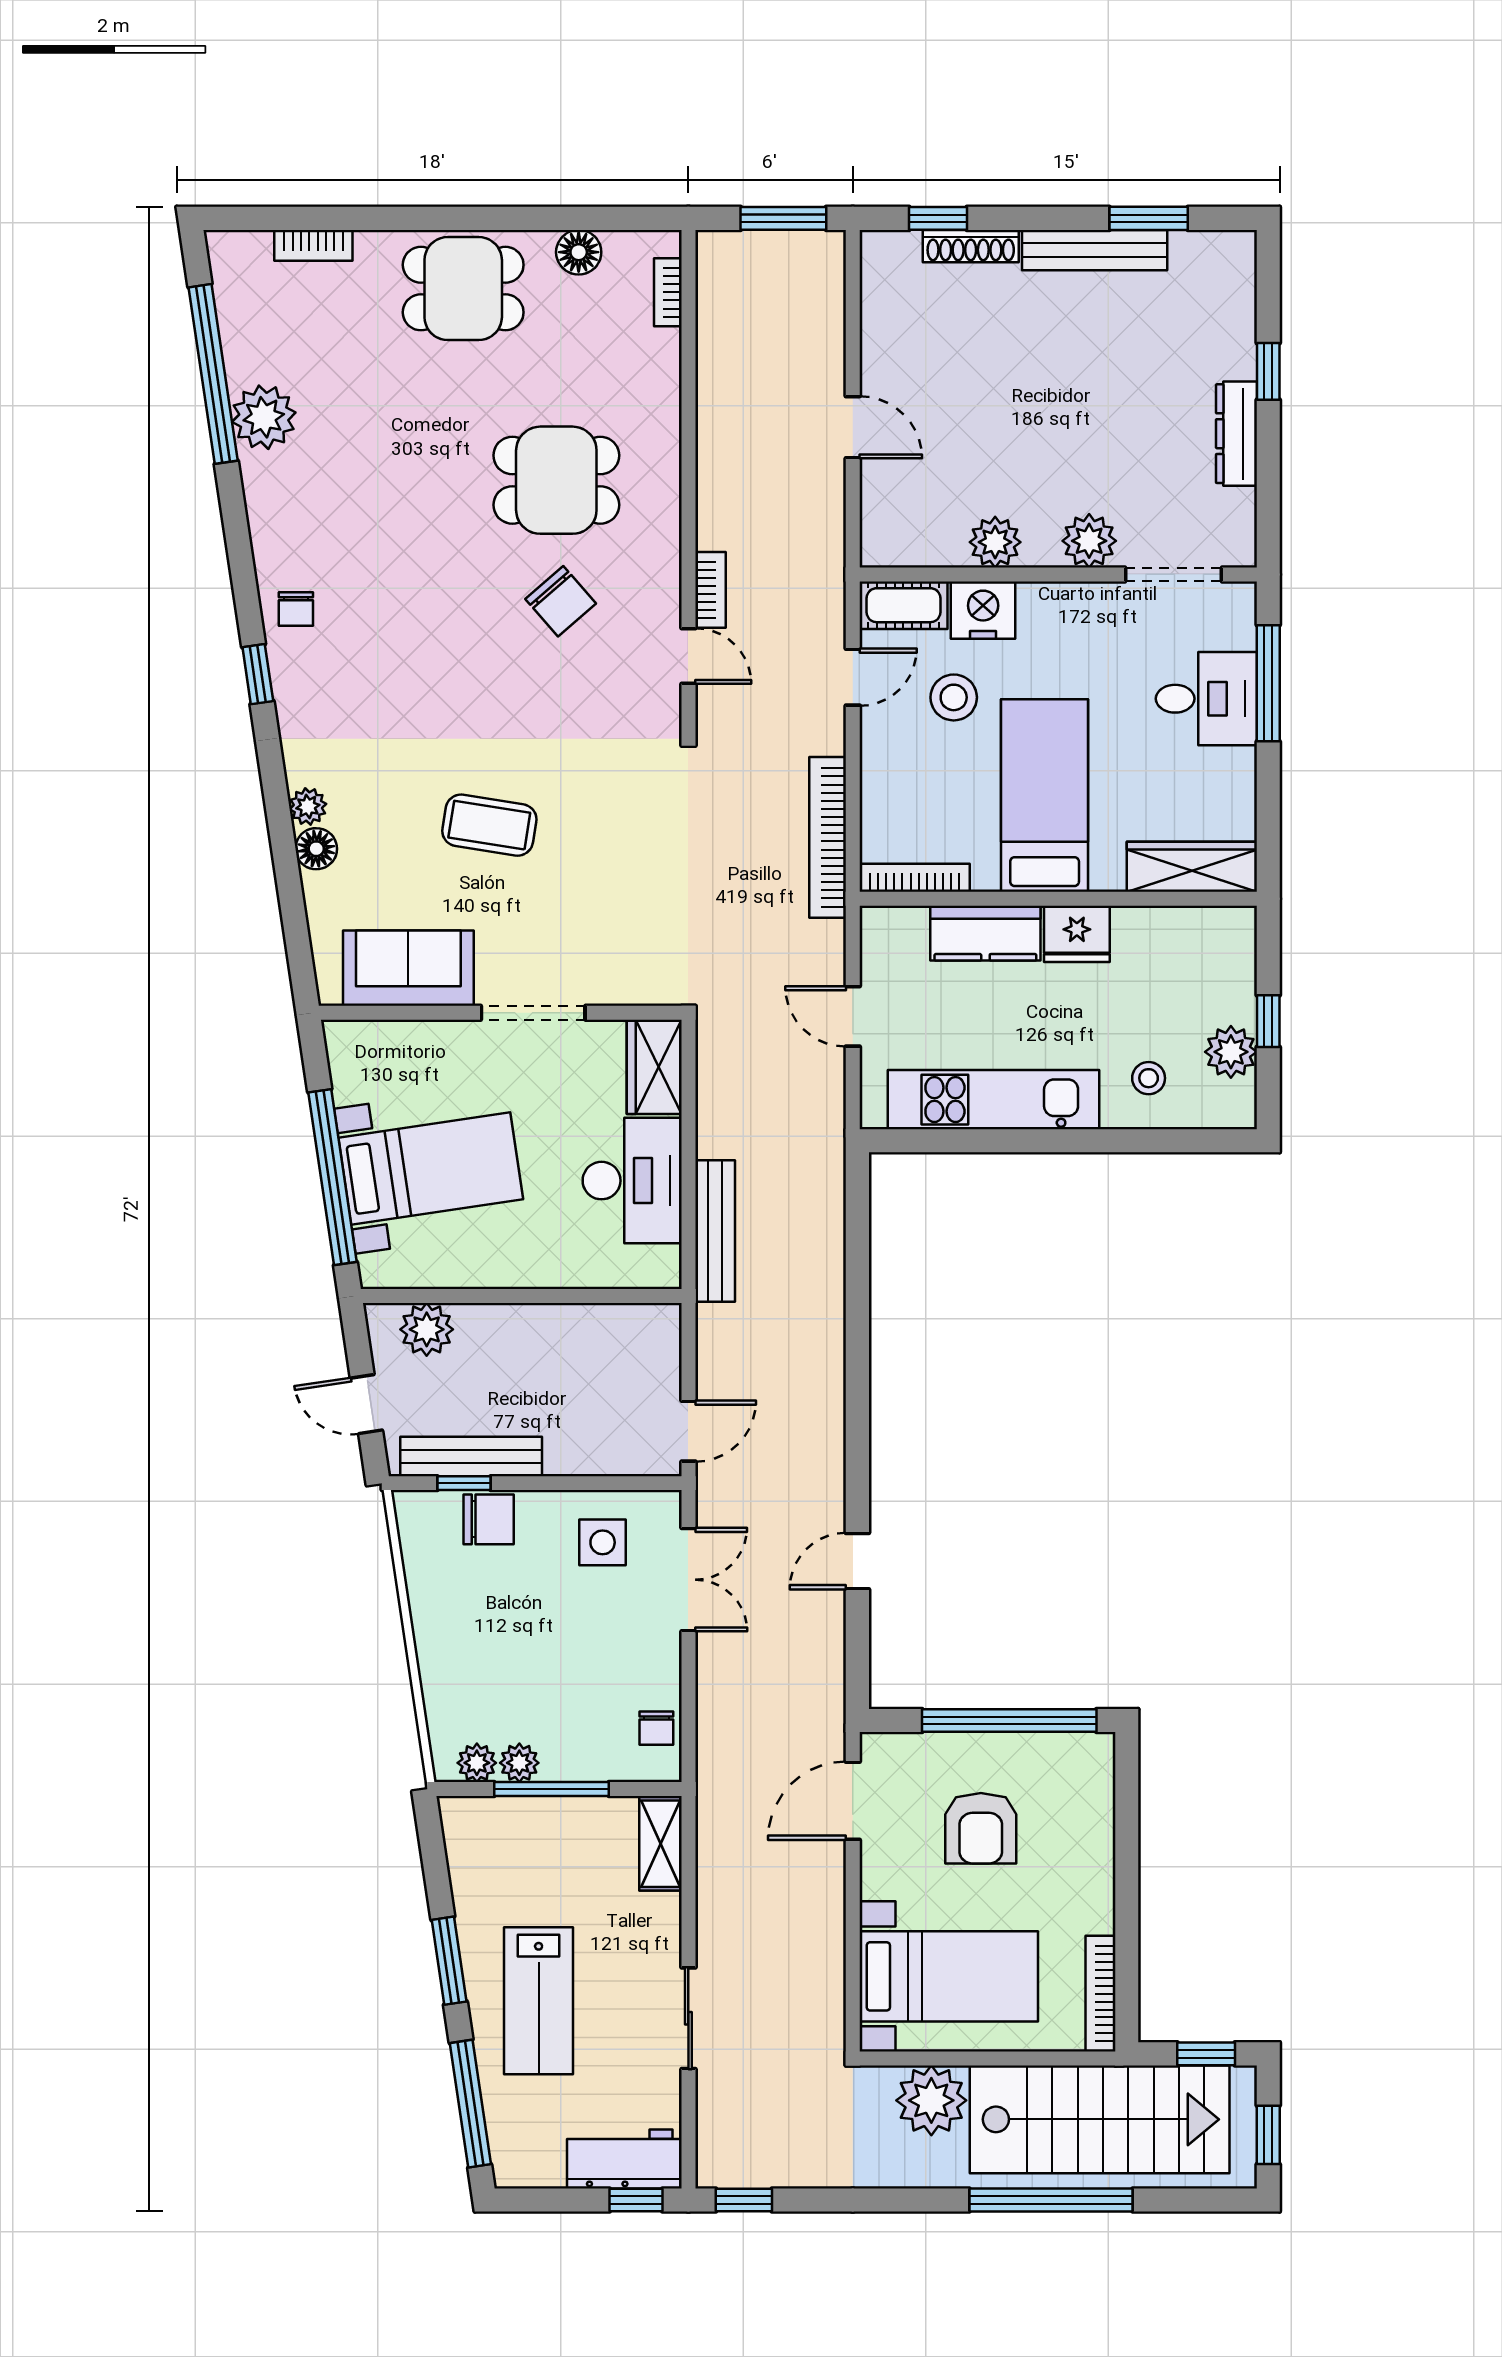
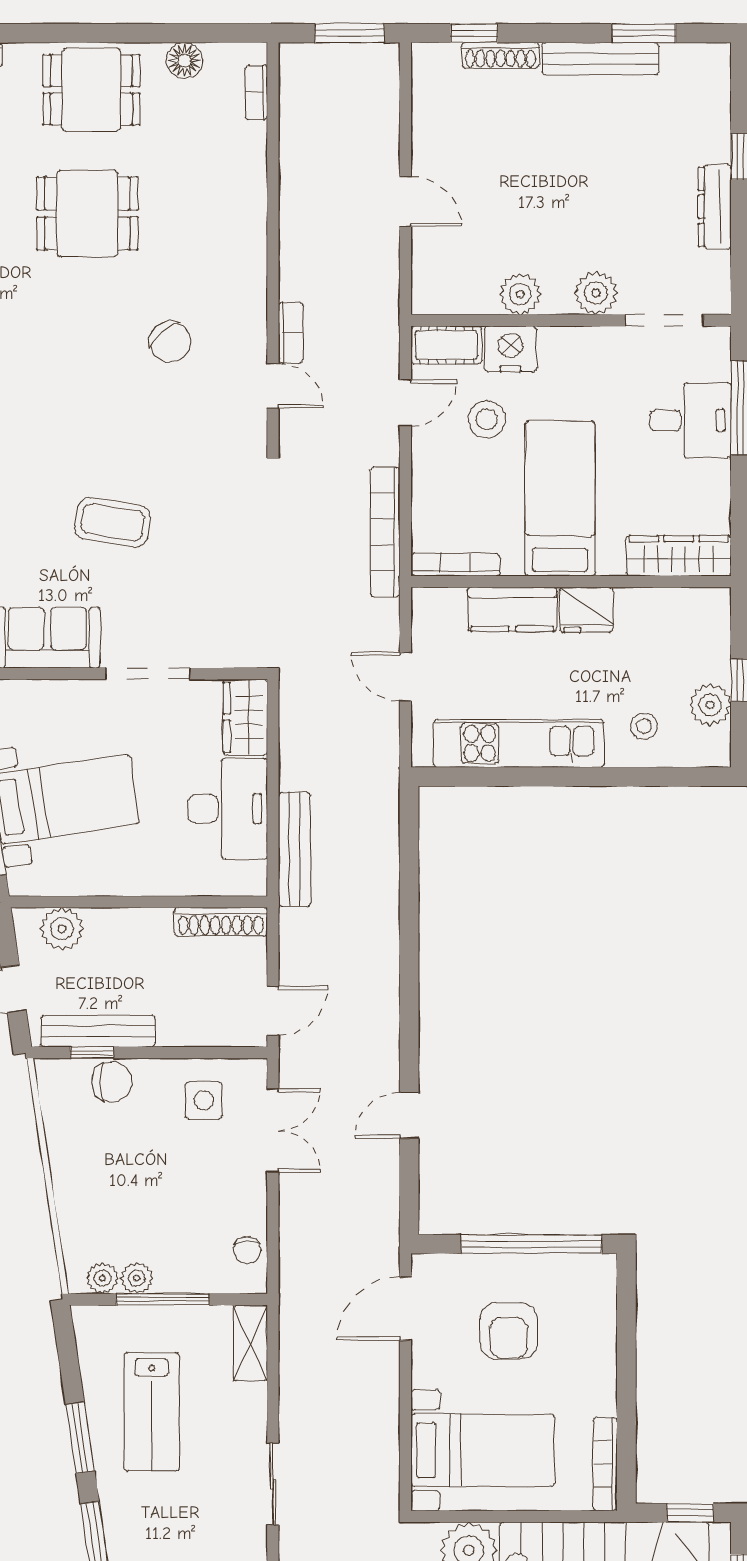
dining table: (556, 480) -> (87, 213), moved
shoe rack: (624, 1321) -> (221, 922), added
lab bench: (539, 2001) -> (152, 1412), moved

